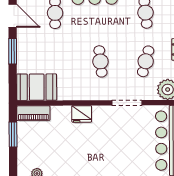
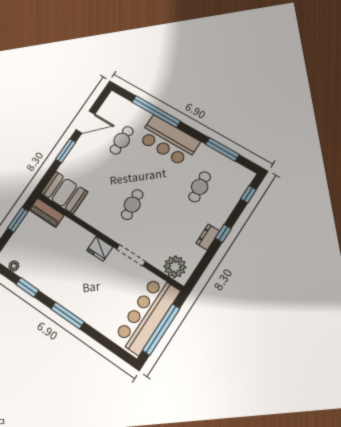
door: (13, 16) -> (86, 122), hinge flipped
cafe table: (146, 61) -> (172, 229), removed
fridge: (82, 114) -> (100, 249), moved

